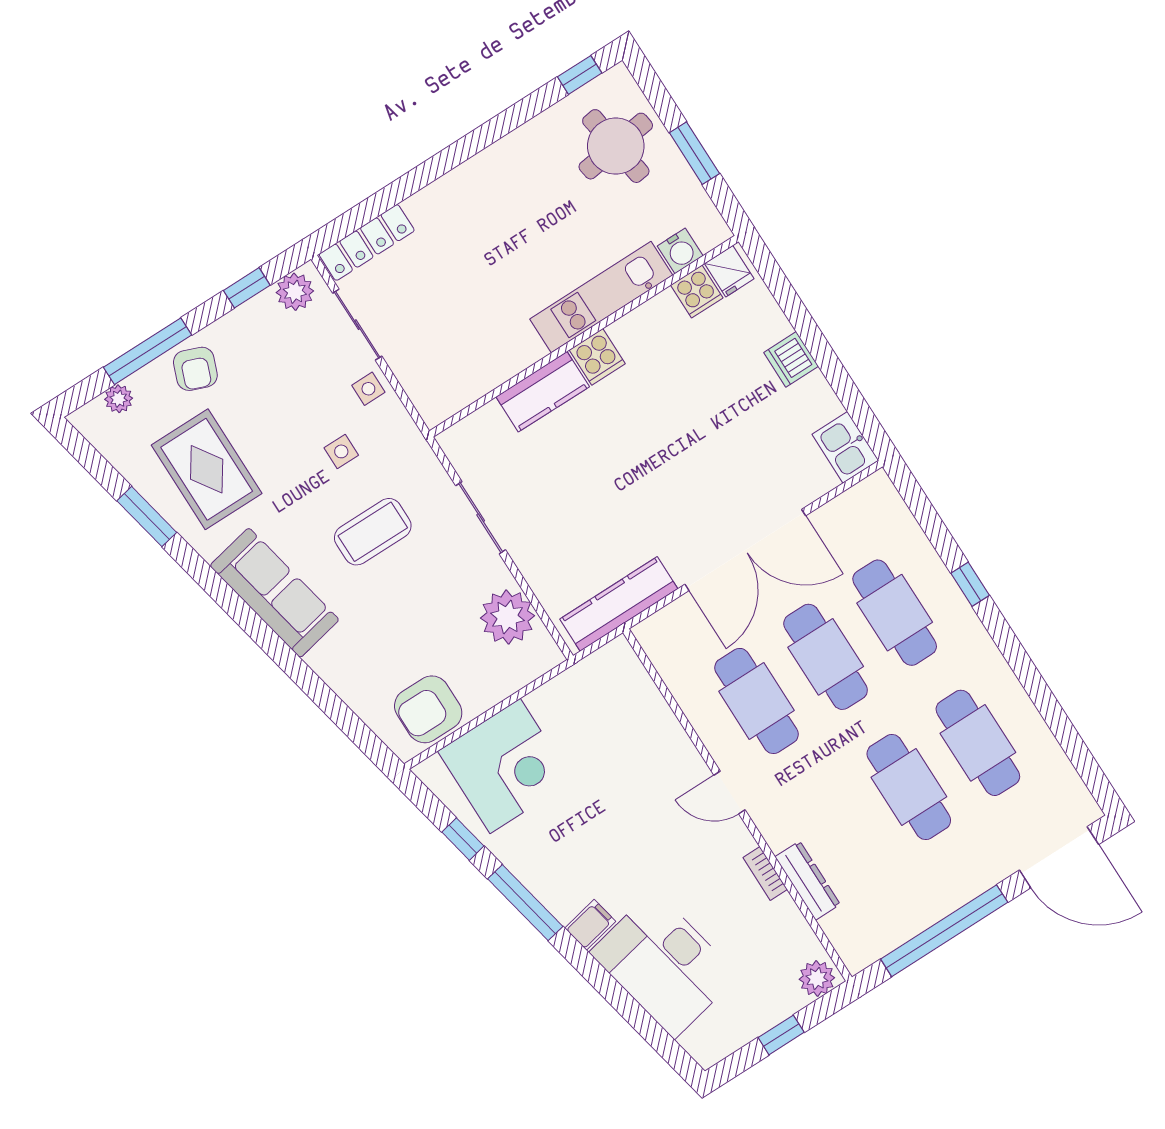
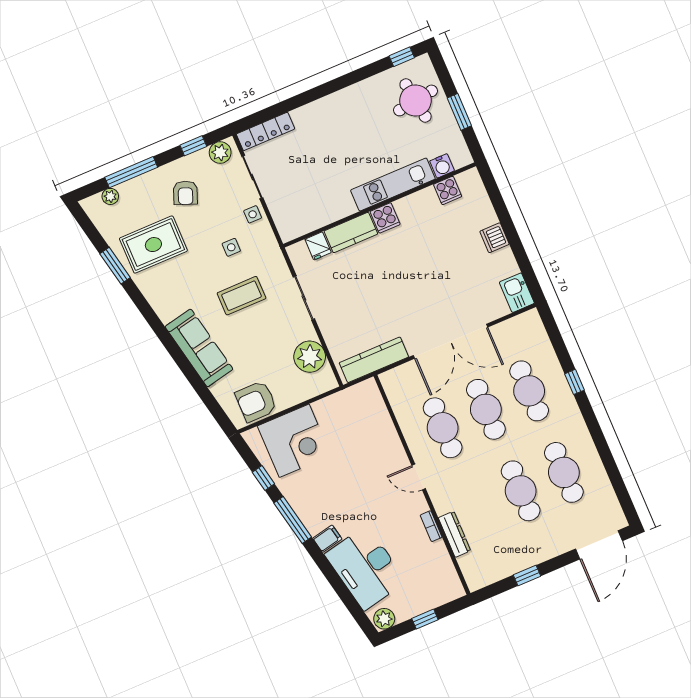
fridge: (729, 271) -> (318, 246), moved
armchair: (195, 369) -> (185, 193), moved
rug: (207, 469) -> (153, 245), turned 90
sofa: (274, 593) -> (199, 348), moved
door: (1059, 857) -> (599, 545), hinge flipped
window: (944, 931) -> (527, 576), width x0.32
plant: (817, 978) -> (384, 619), moved

